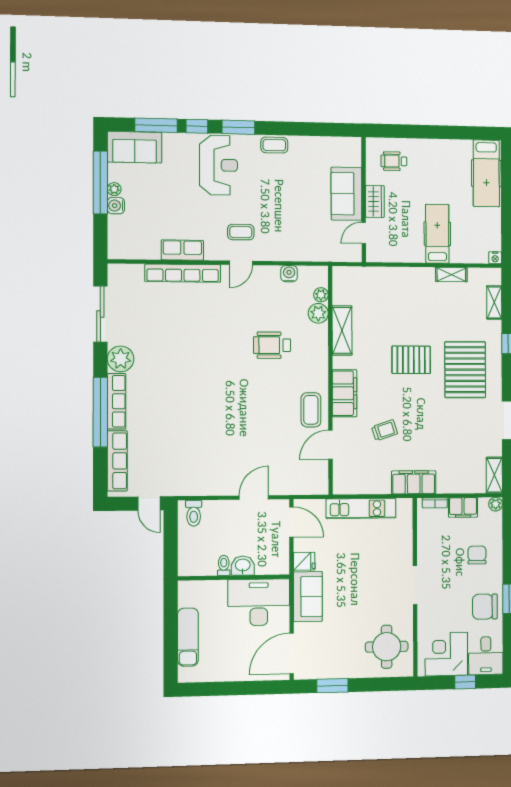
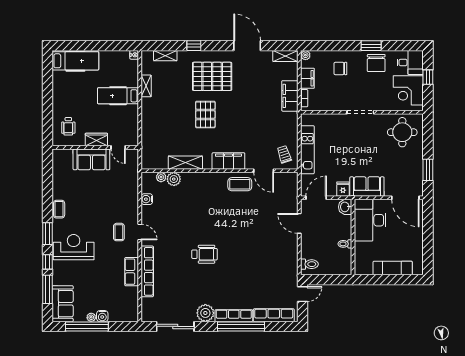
wheelchair: (272, 345) -> (205, 254), moved, turned -90
trolley: (385, 430) -> (284, 154), moved
filing cabinet: (414, 482) -> (290, 96), moved
washbasin: (243, 566) -> (345, 207), moved

